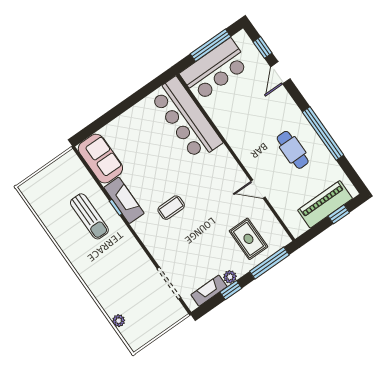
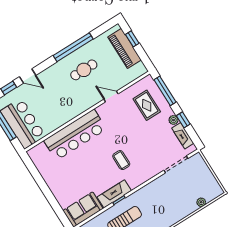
bar counter: (186, 119) -> (75, 135), moved
door: (258, 189) -> (111, 96), swing flipped
rug: (248, 239) -> (147, 105), turned 90

